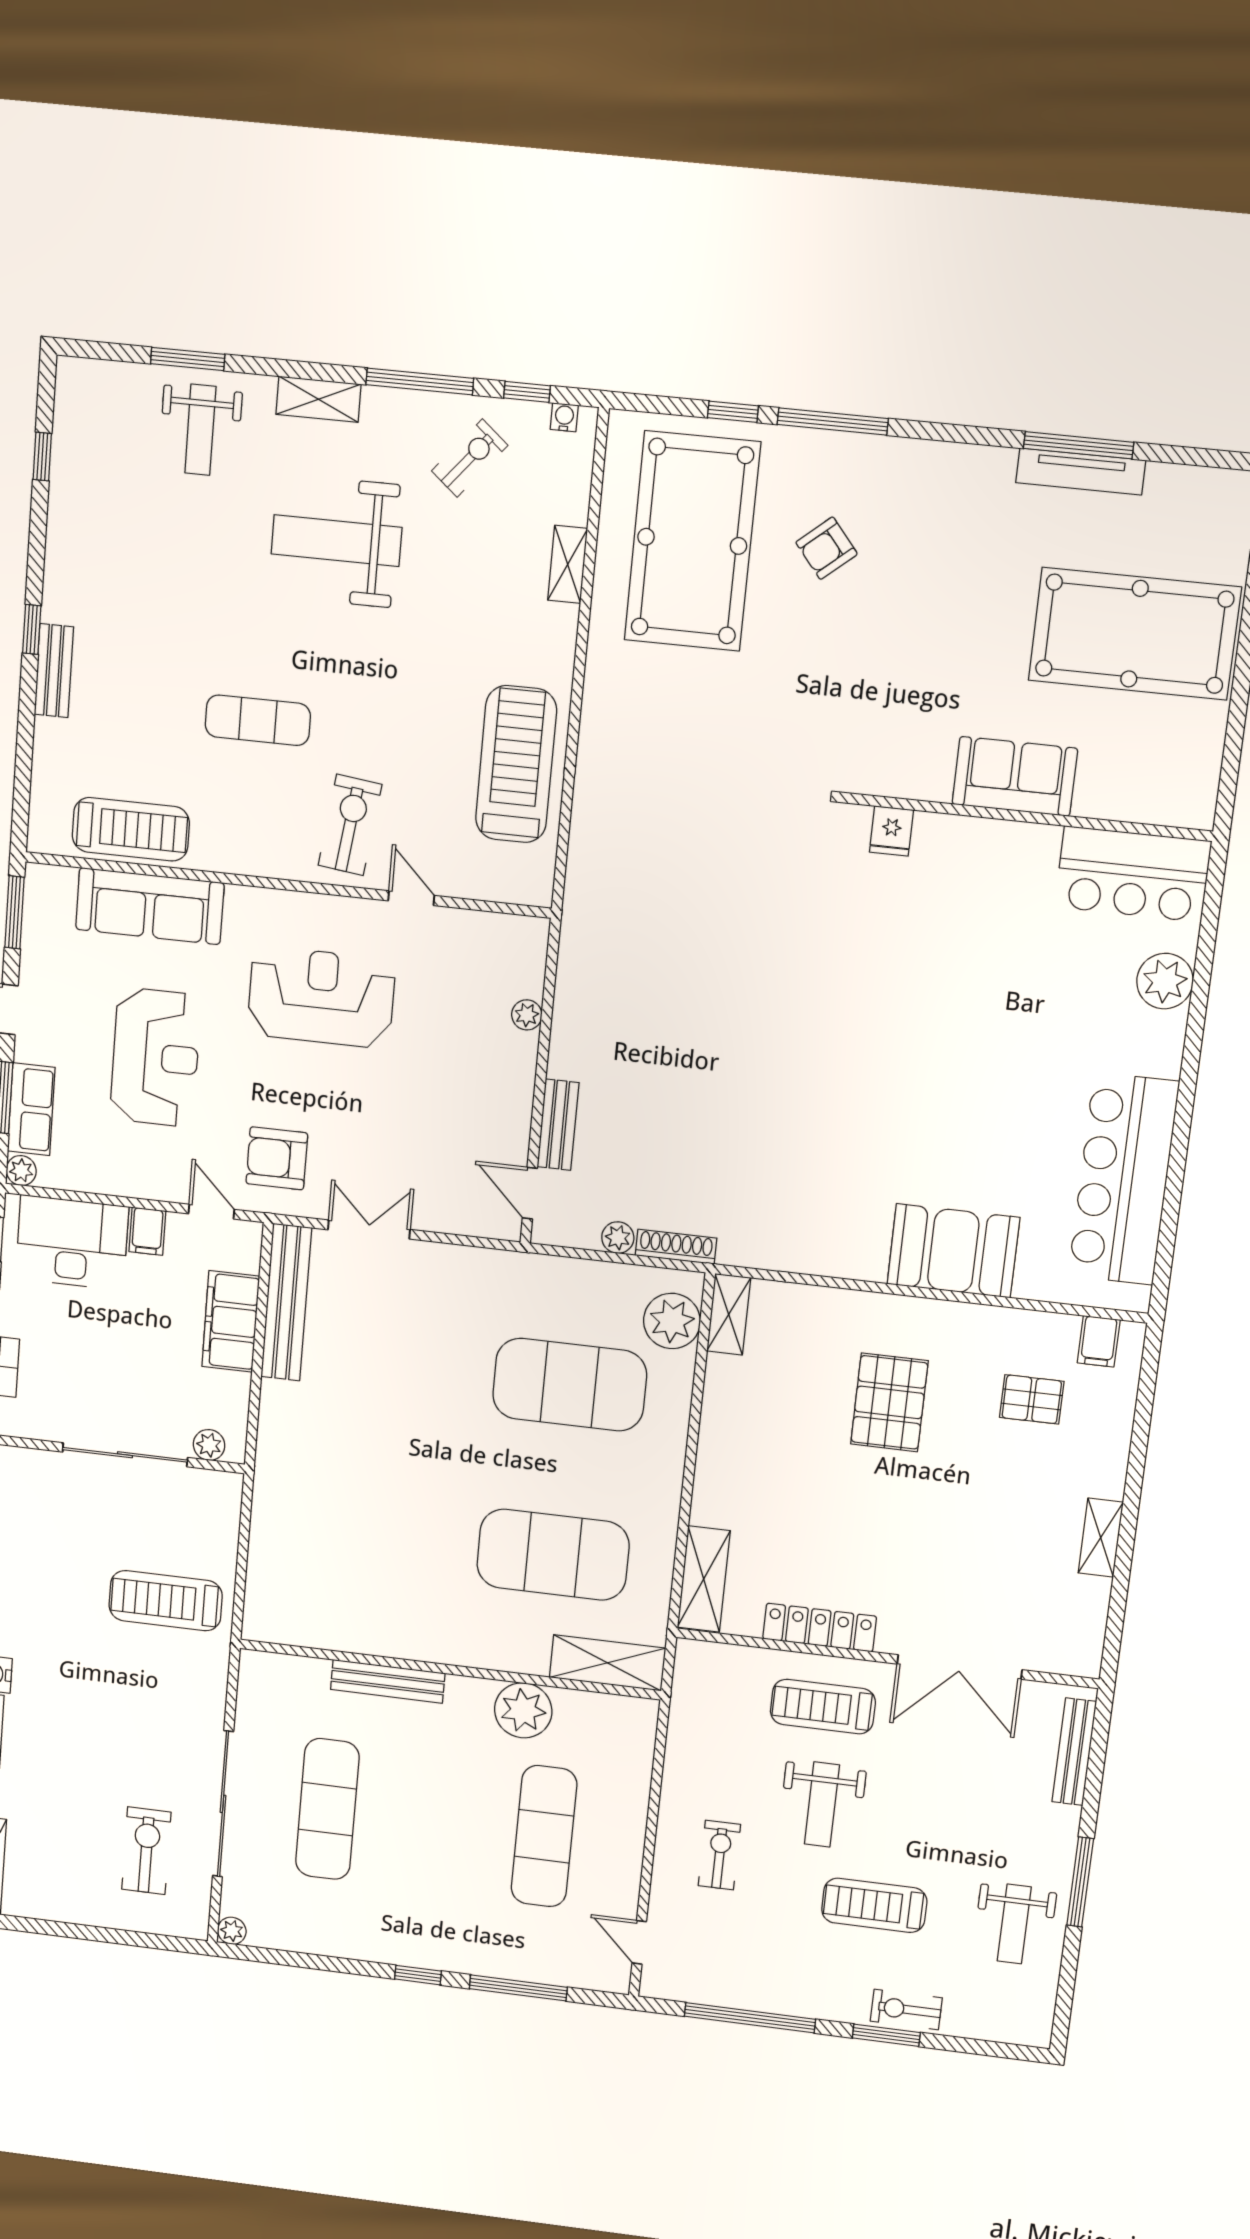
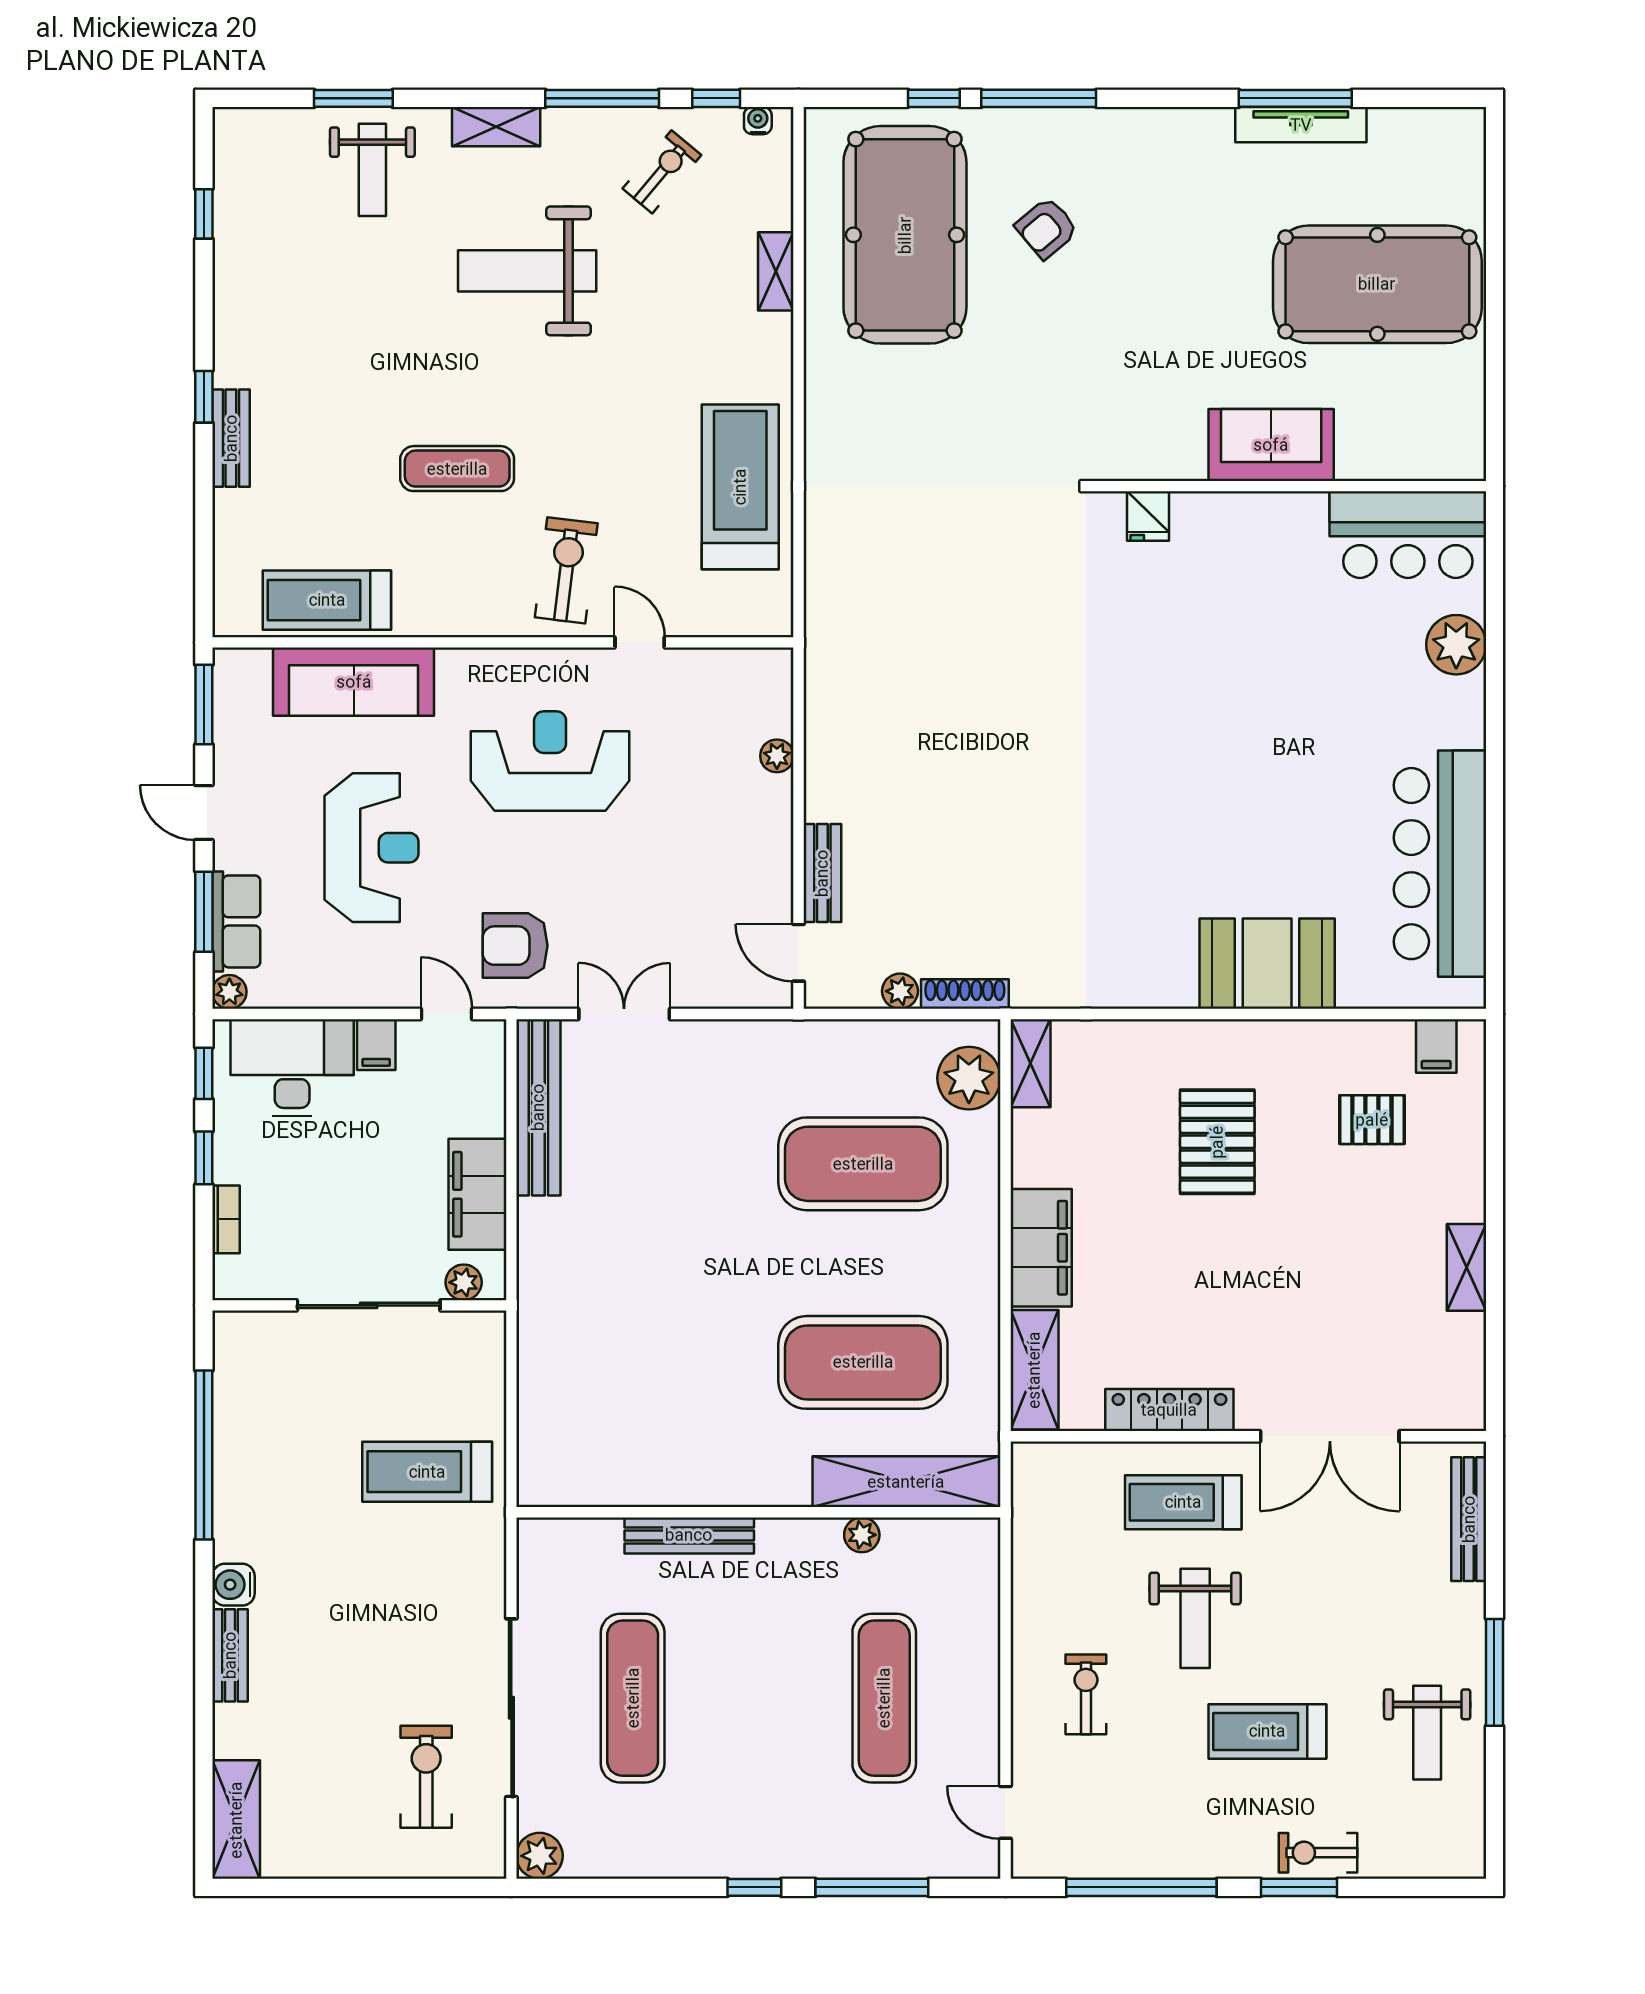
treadmill: (131, 829) -> (327, 600), turned 180
filing cabinet: (231, 1321) -> (477, 1194), moved
filing cabinet: (721, 1476) -> (1041, 1248), added
shelving: (607, 1663) -> (906, 1482), width x1.47
plant: (523, 1710) -> (862, 1535), width x0.53, depth x0.53
plant: (232, 1931) -> (539, 1856), width x1.38, depth x1.38

